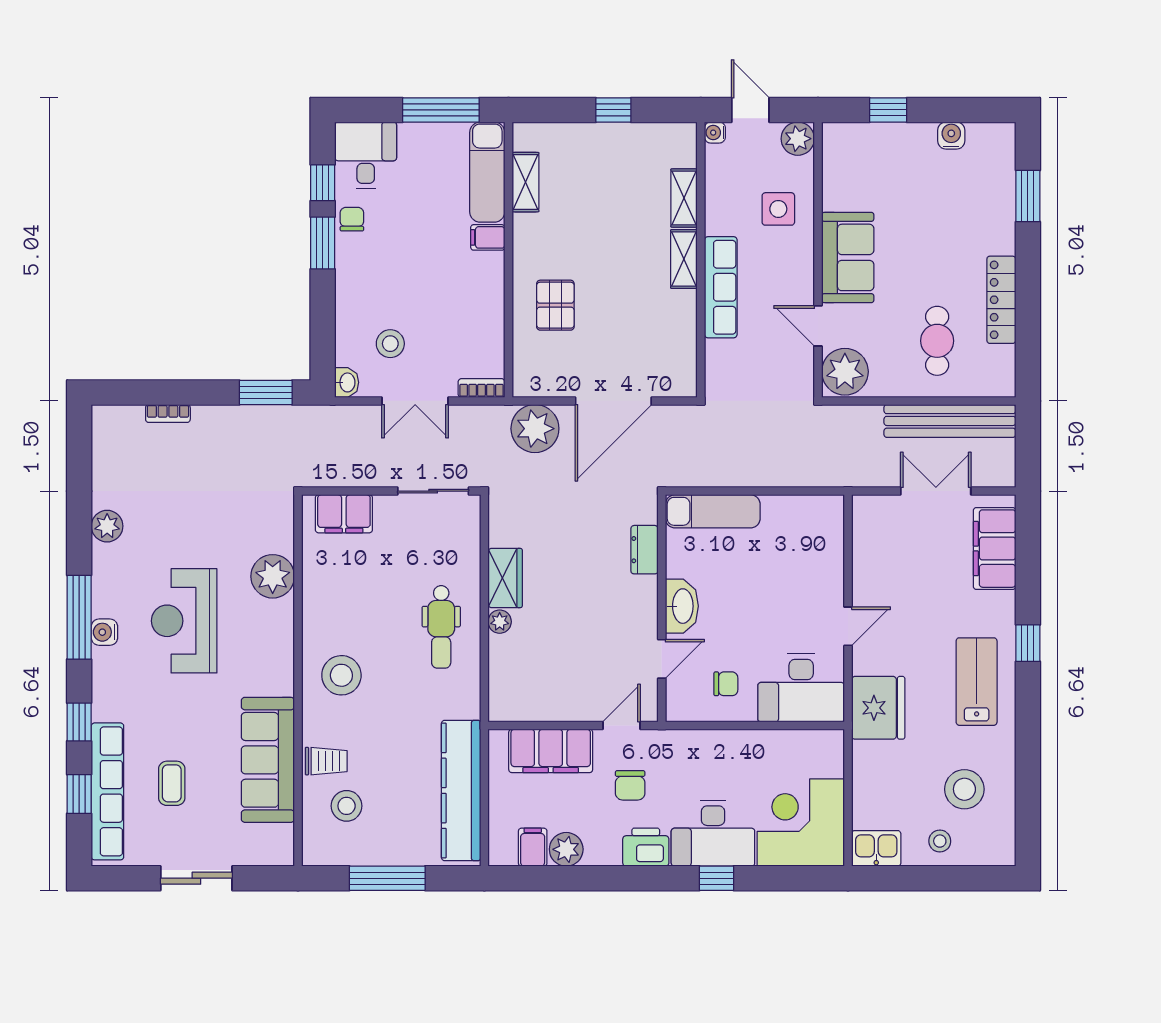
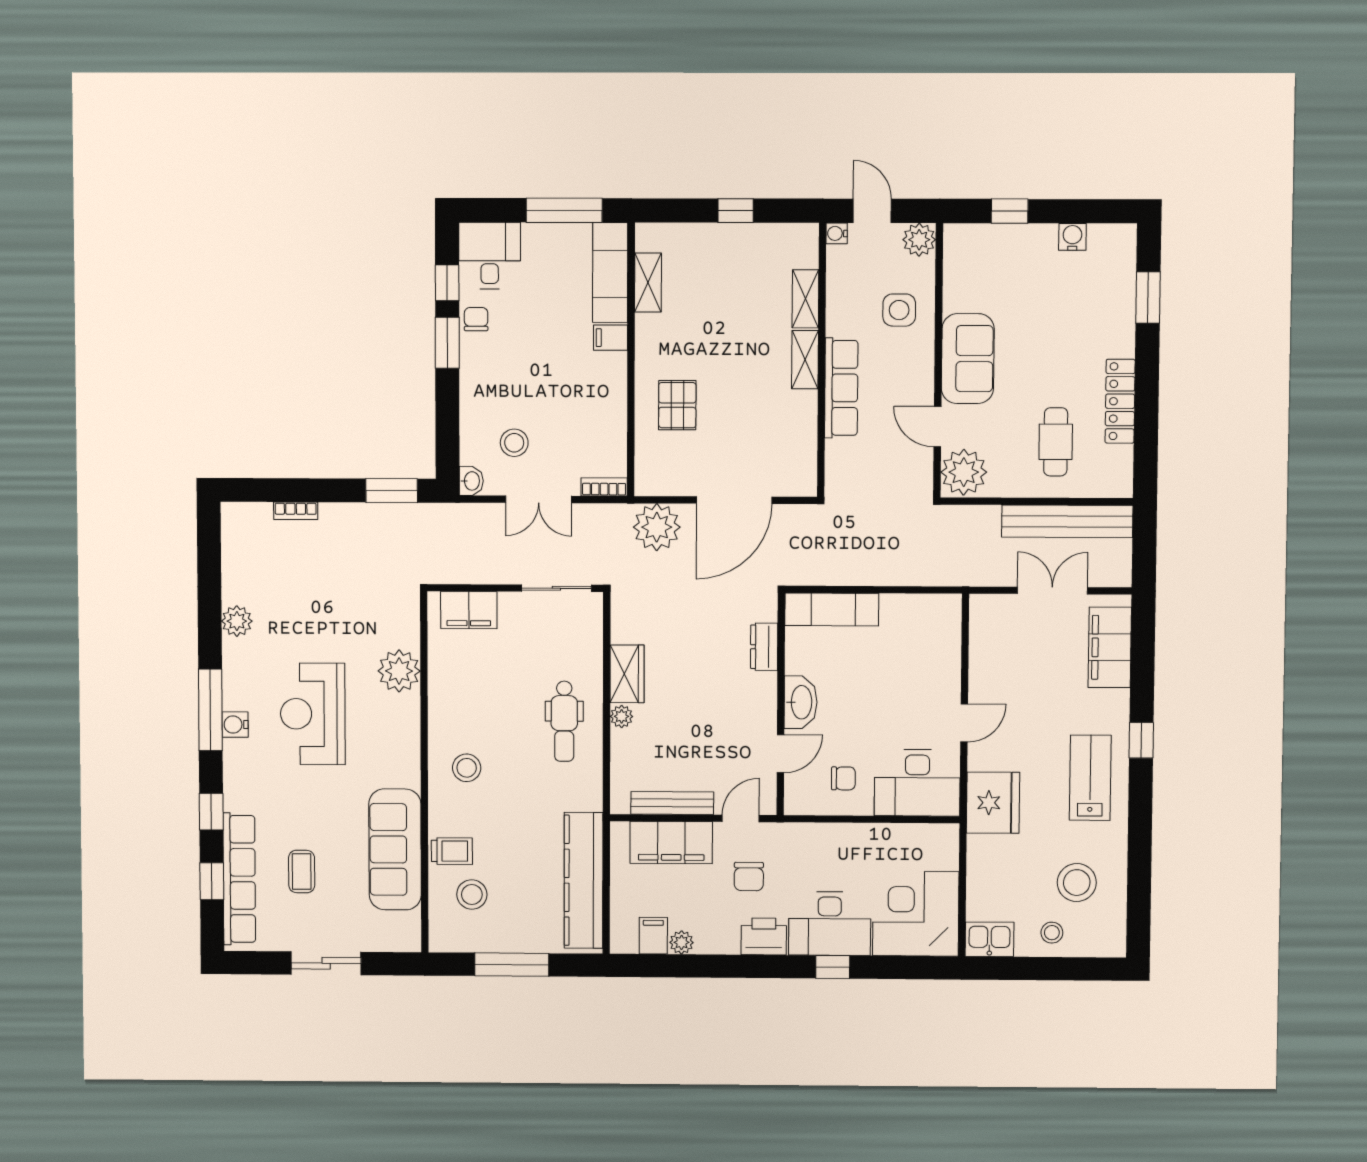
stool: (341, 675) -> (467, 768), width x0.73, depth x0.73
bench: (552, 710) -> (672, 803), added
plant: (566, 849) -> (682, 942), width x0.73, depth x0.73

